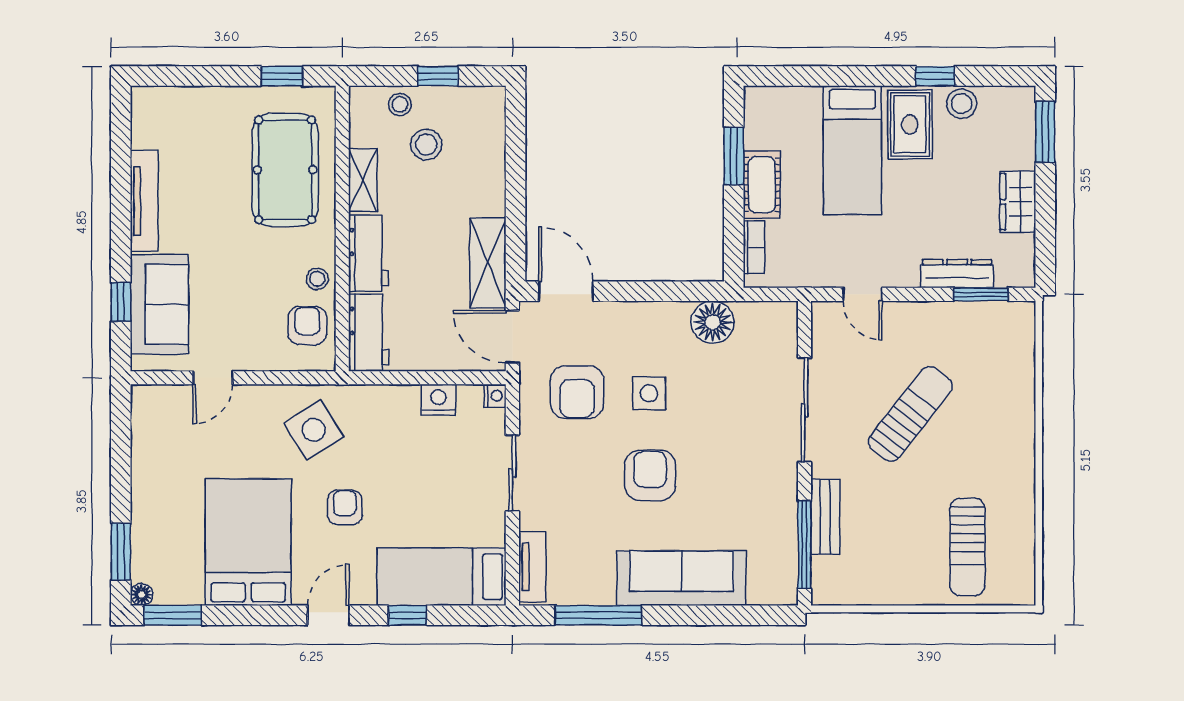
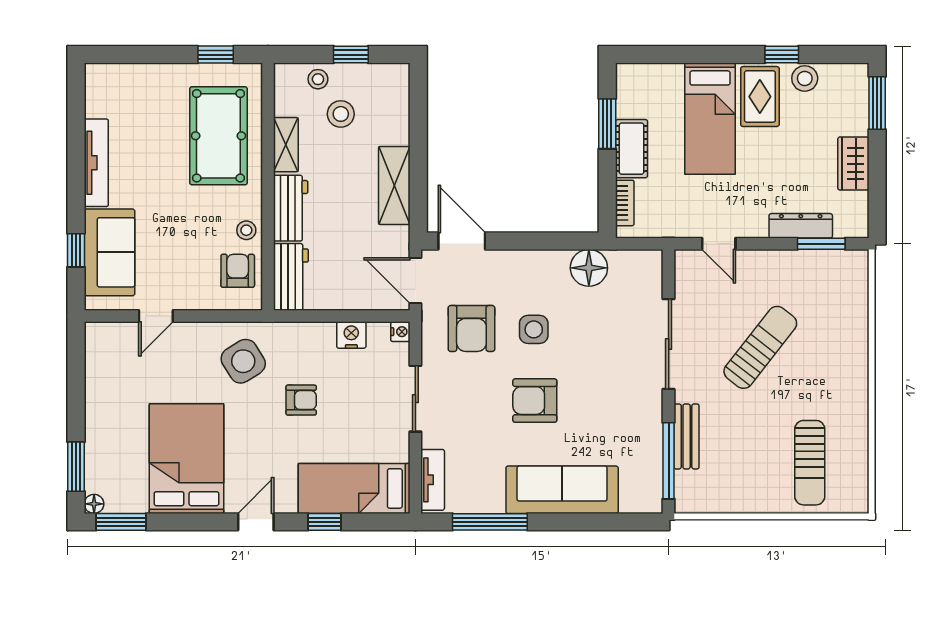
shelving: (488, 263) -> (394, 185), moved
armchair: (650, 475) -> (535, 401), turned -90
armchair: (345, 507) -> (301, 400), moved, turned 90

